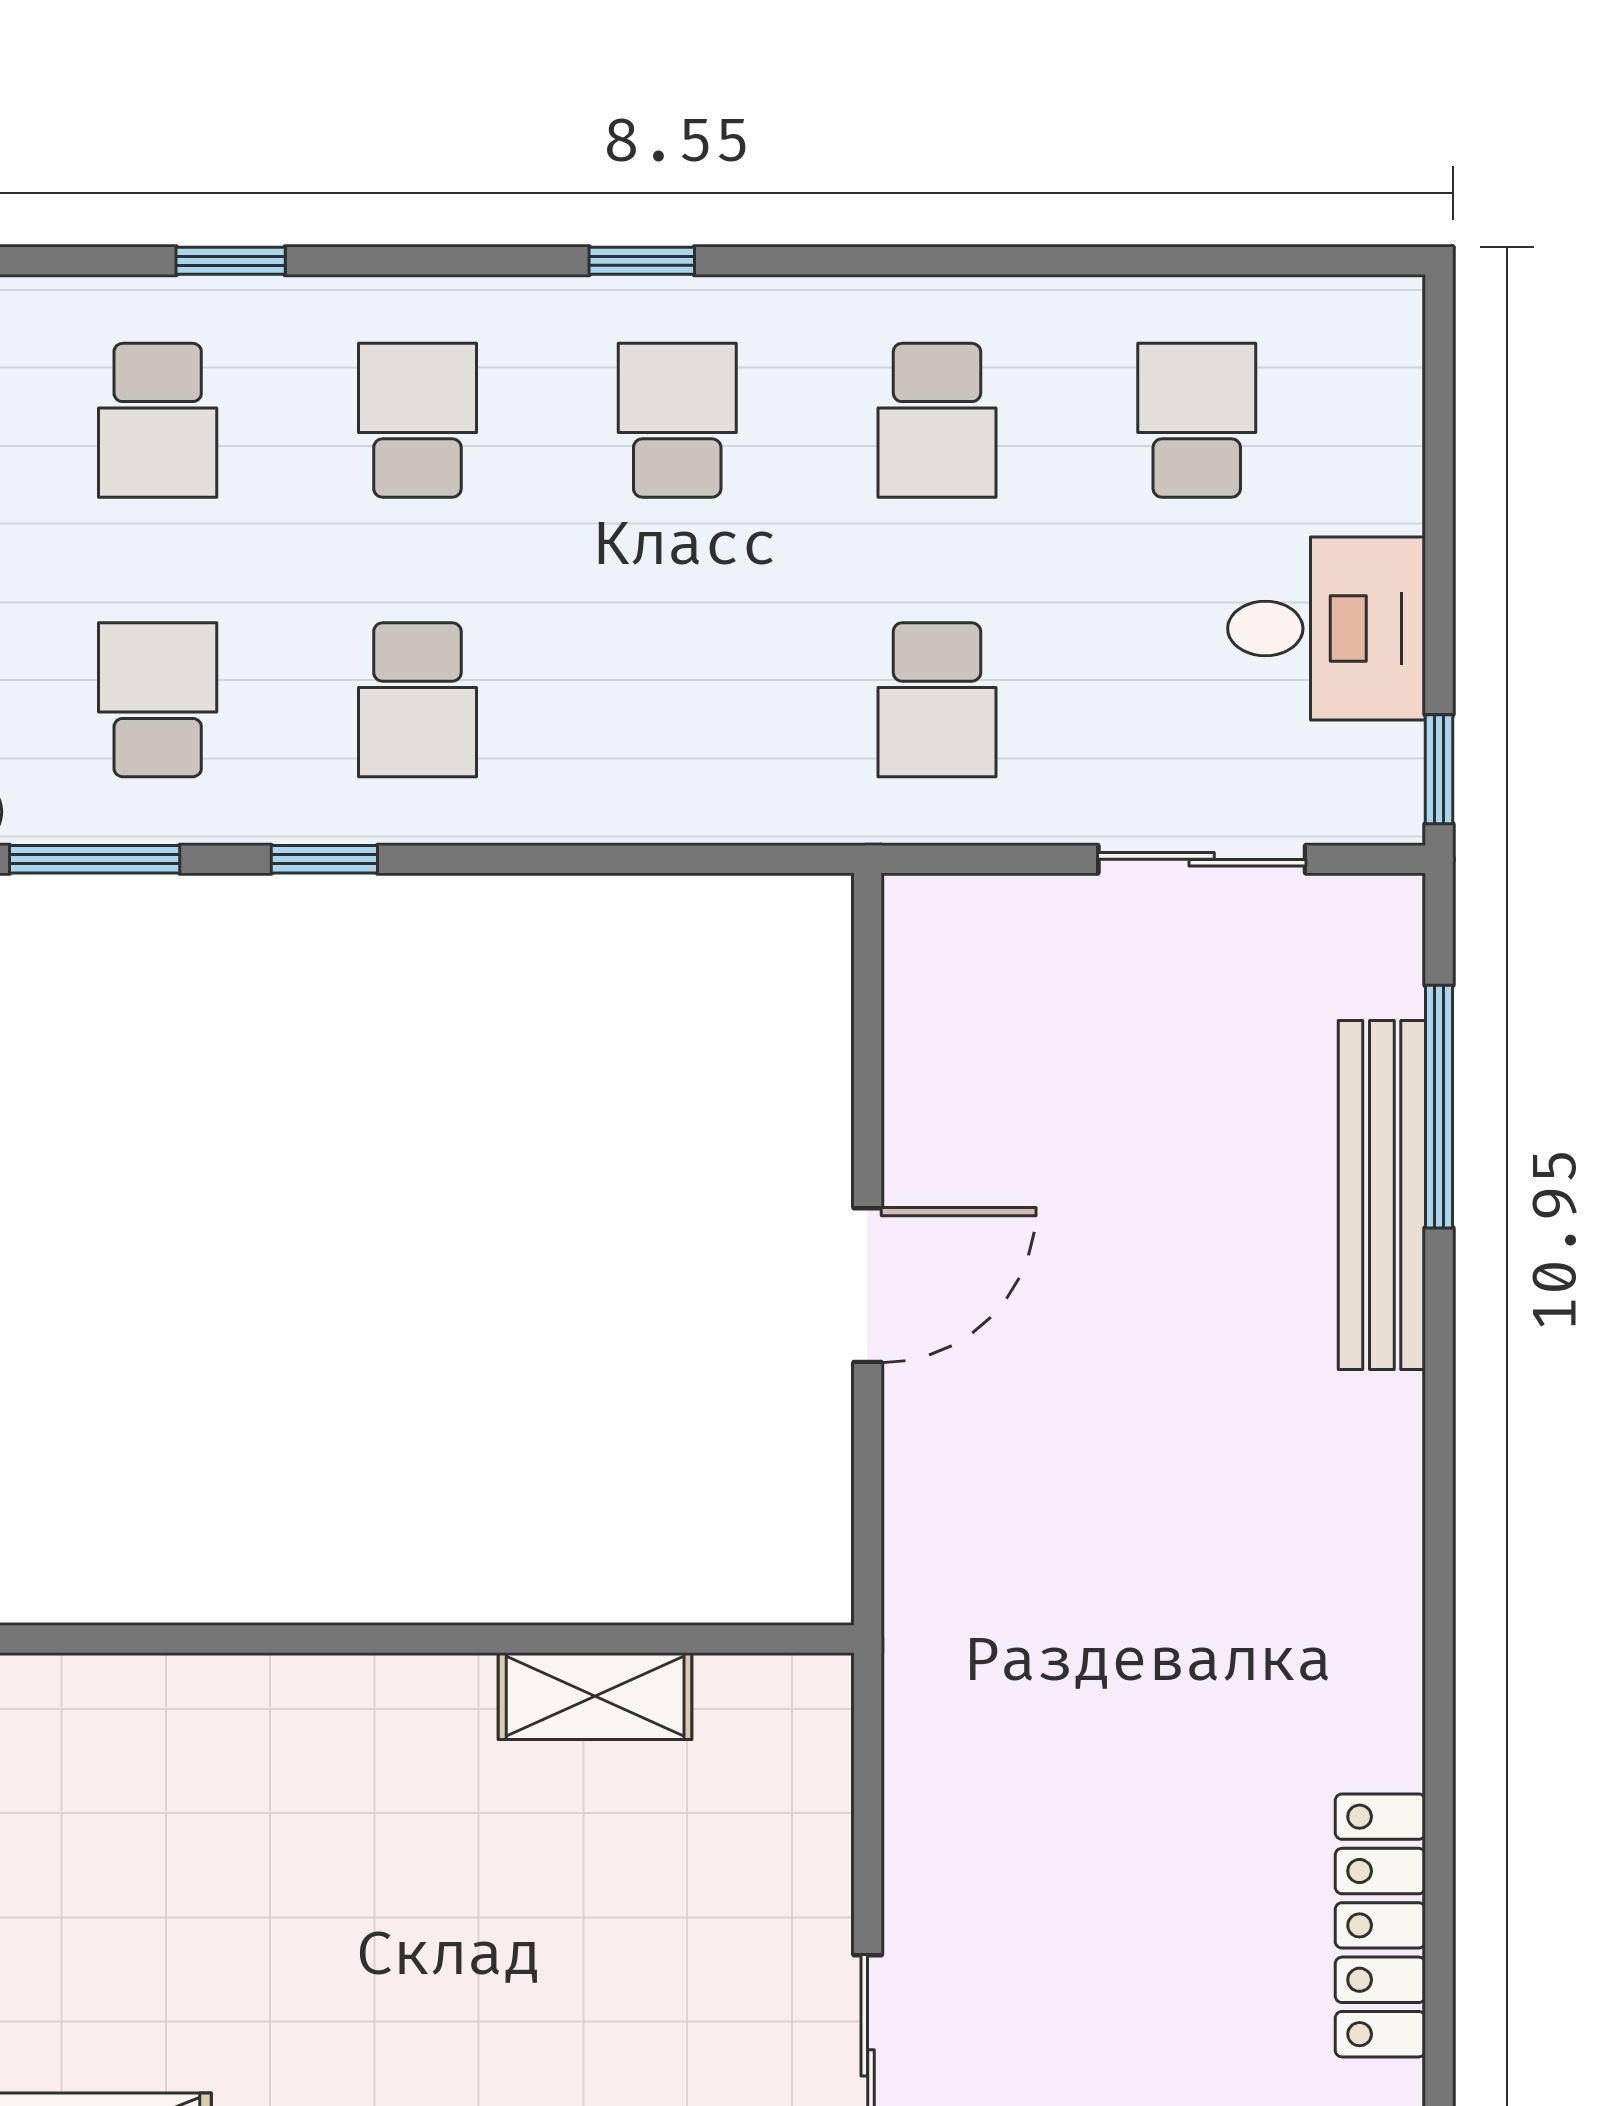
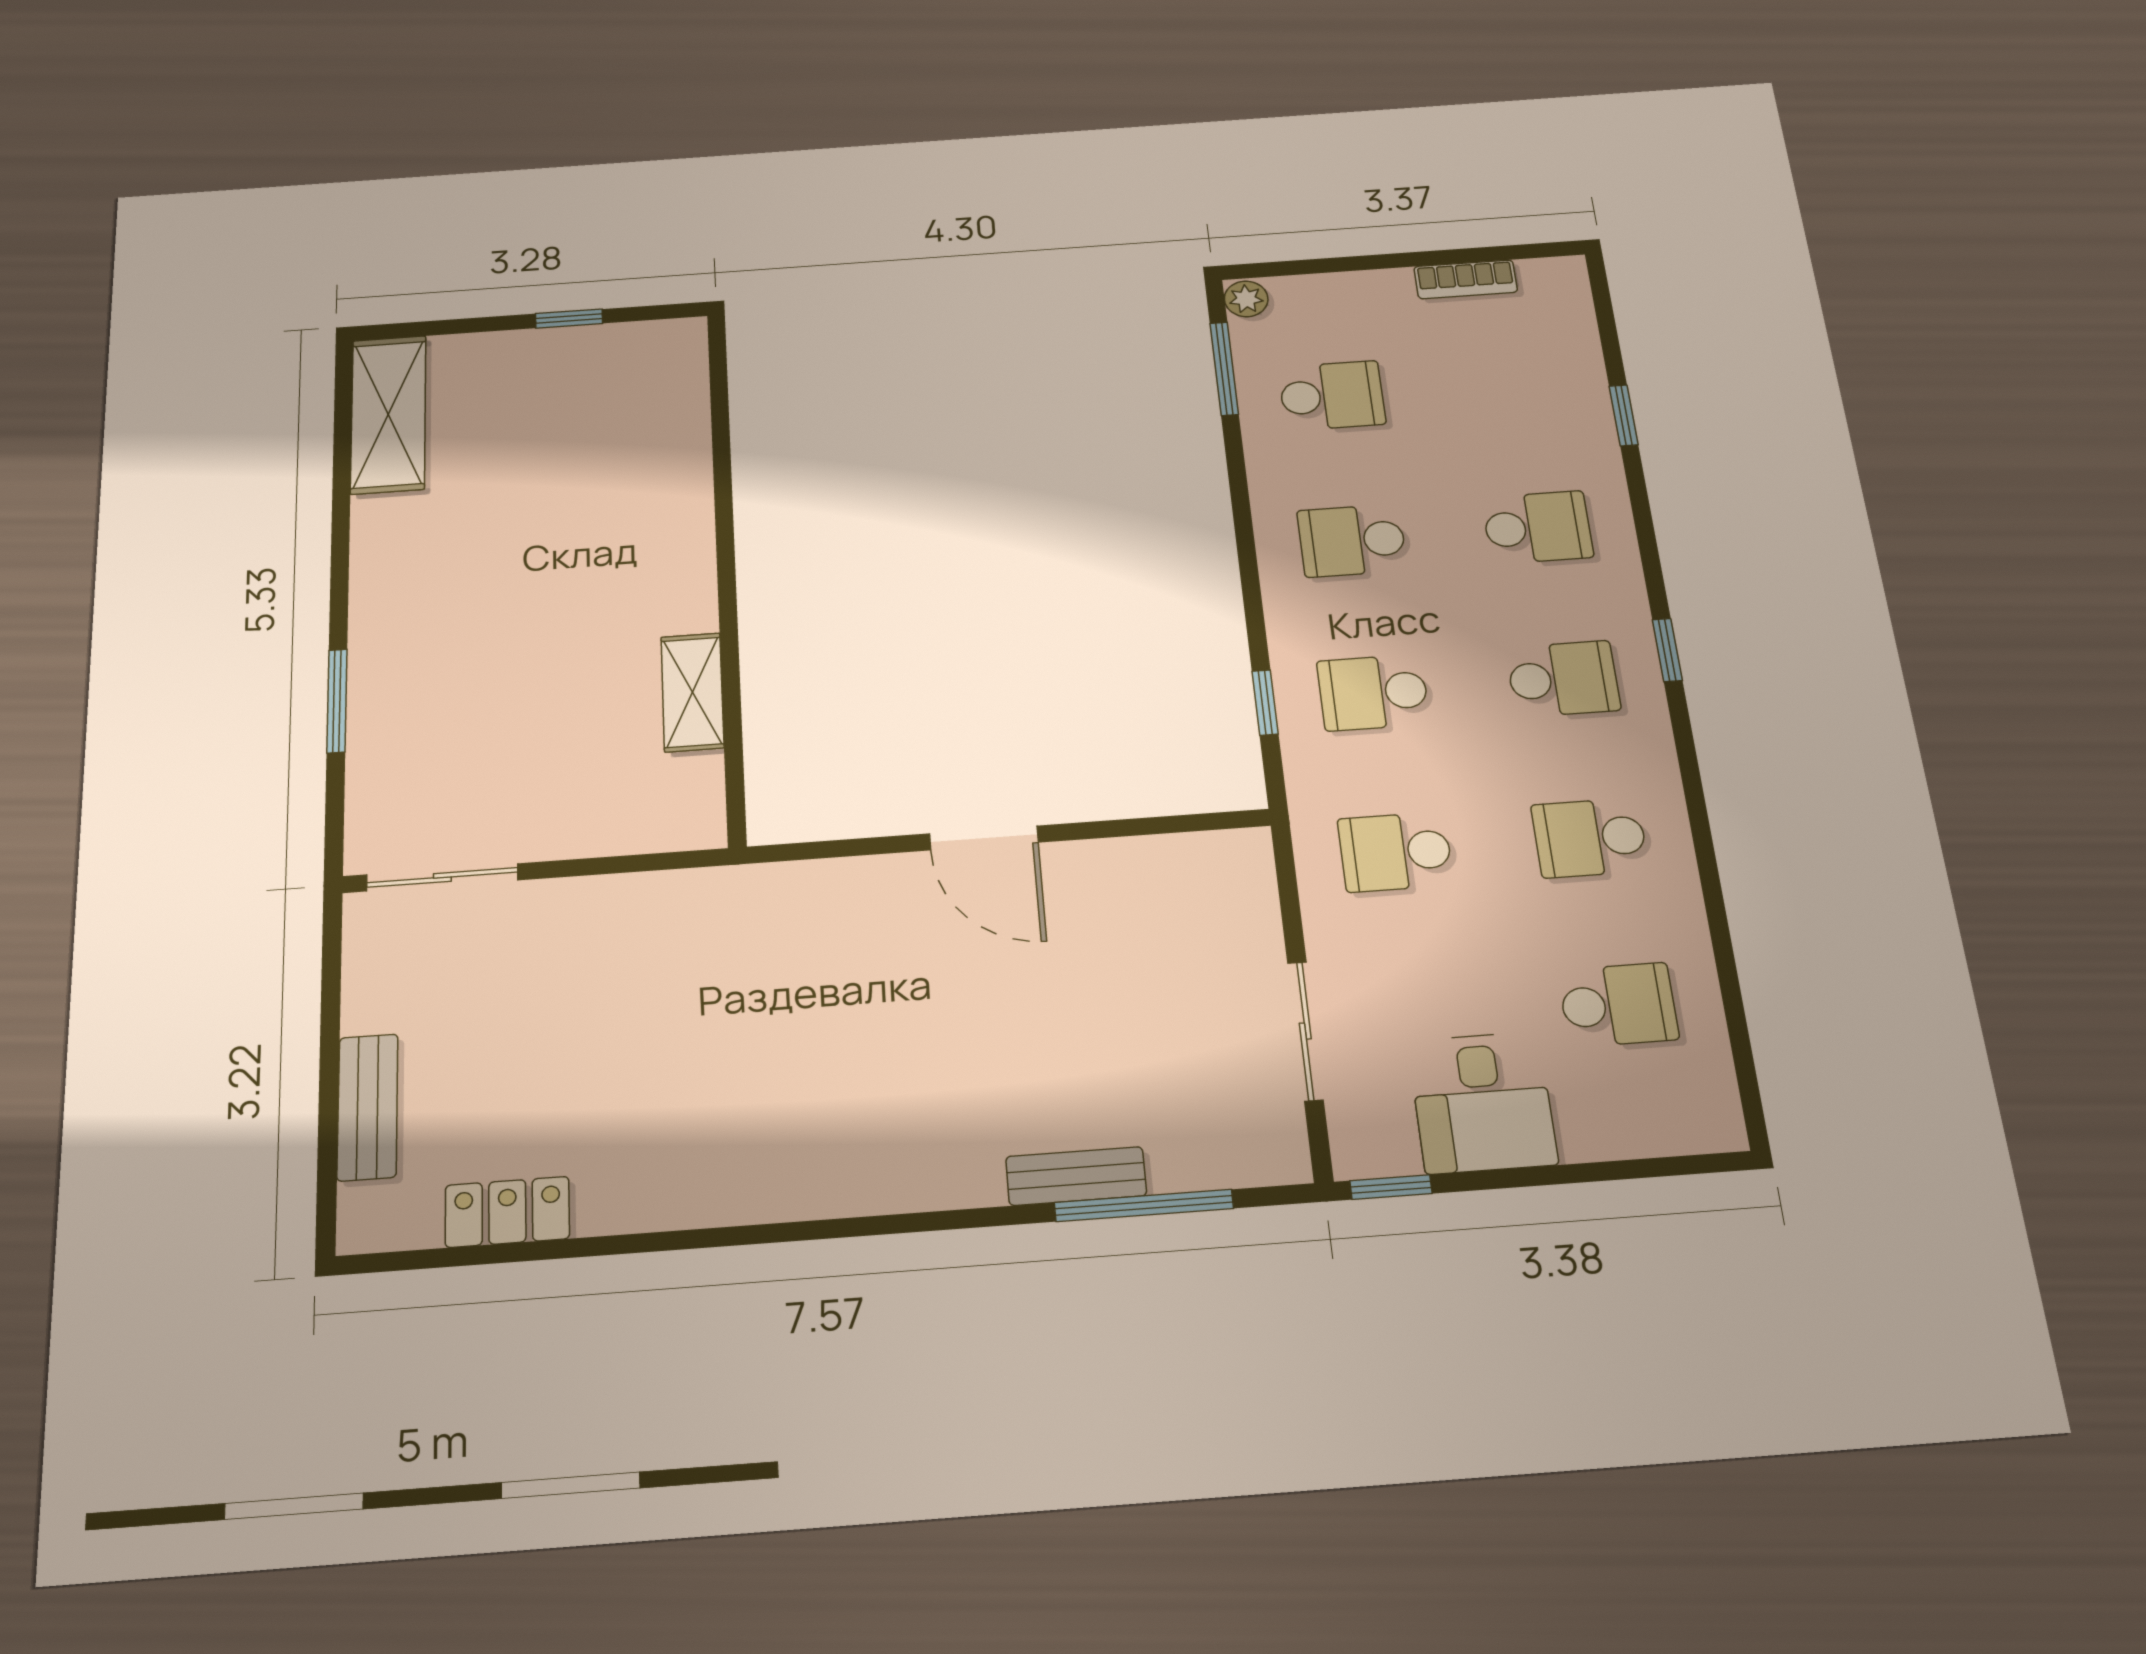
school desk: (158, 420) -> (1373, 692), moved
window: (324, 859) -> (1265, 703), moved
bench: (1382, 1195) -> (1076, 1176), width x0.54, depth x0.82
locker: (1380, 1925) -> (507, 1212), width x0.66

